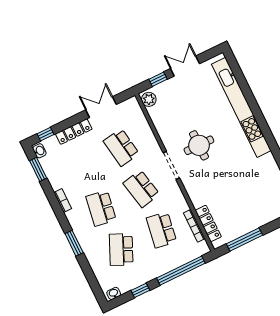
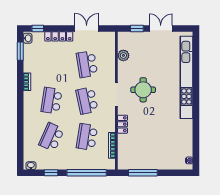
plant: (149, 99) -> (123, 55), moved
locker: (208, 224) -> (123, 124), moved, width x0.66
window: (74, 243) -> (20, 116), removed

